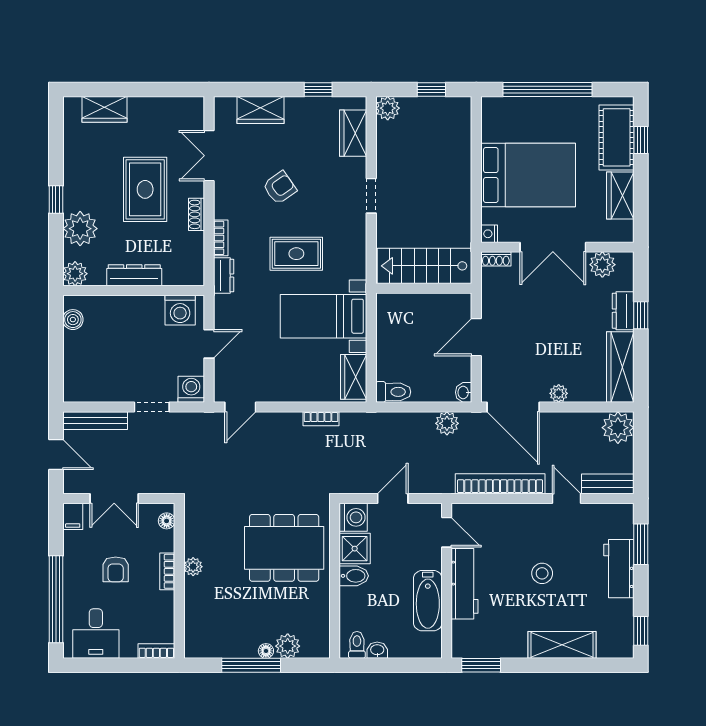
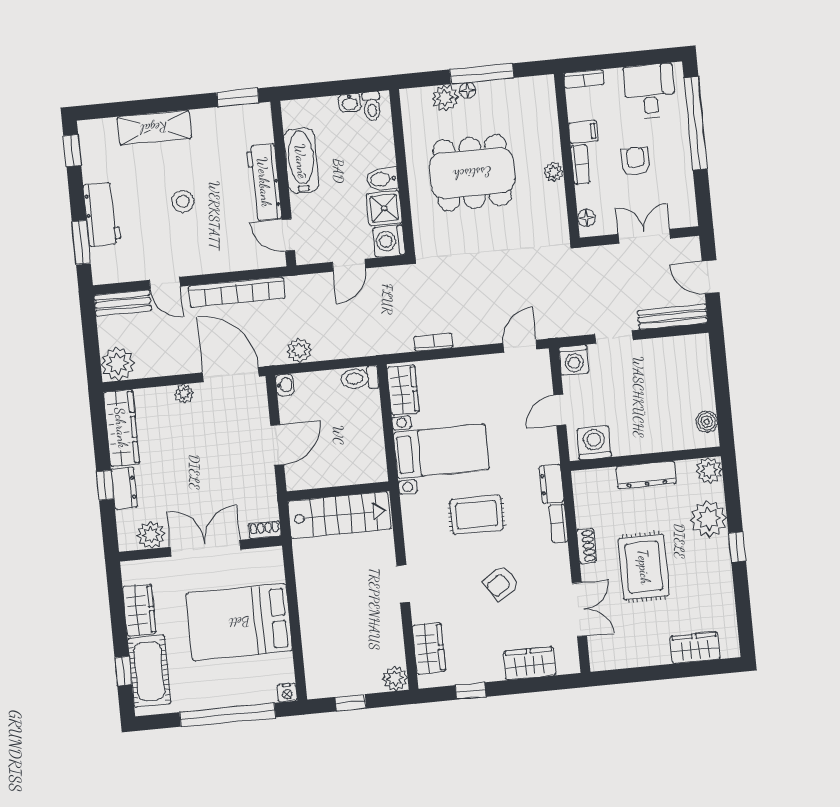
nightstand: (489, 234) -> (287, 693), moved, turned 90
filing cabinet: (73, 516) -> (583, 132), moved, turned 90
dining table: (284, 548) -> (472, 173), moved

